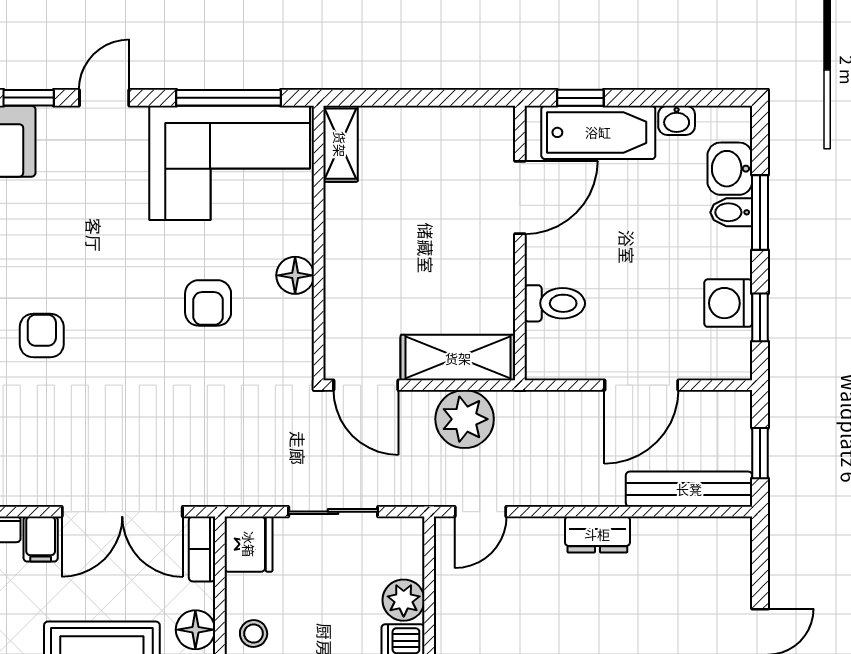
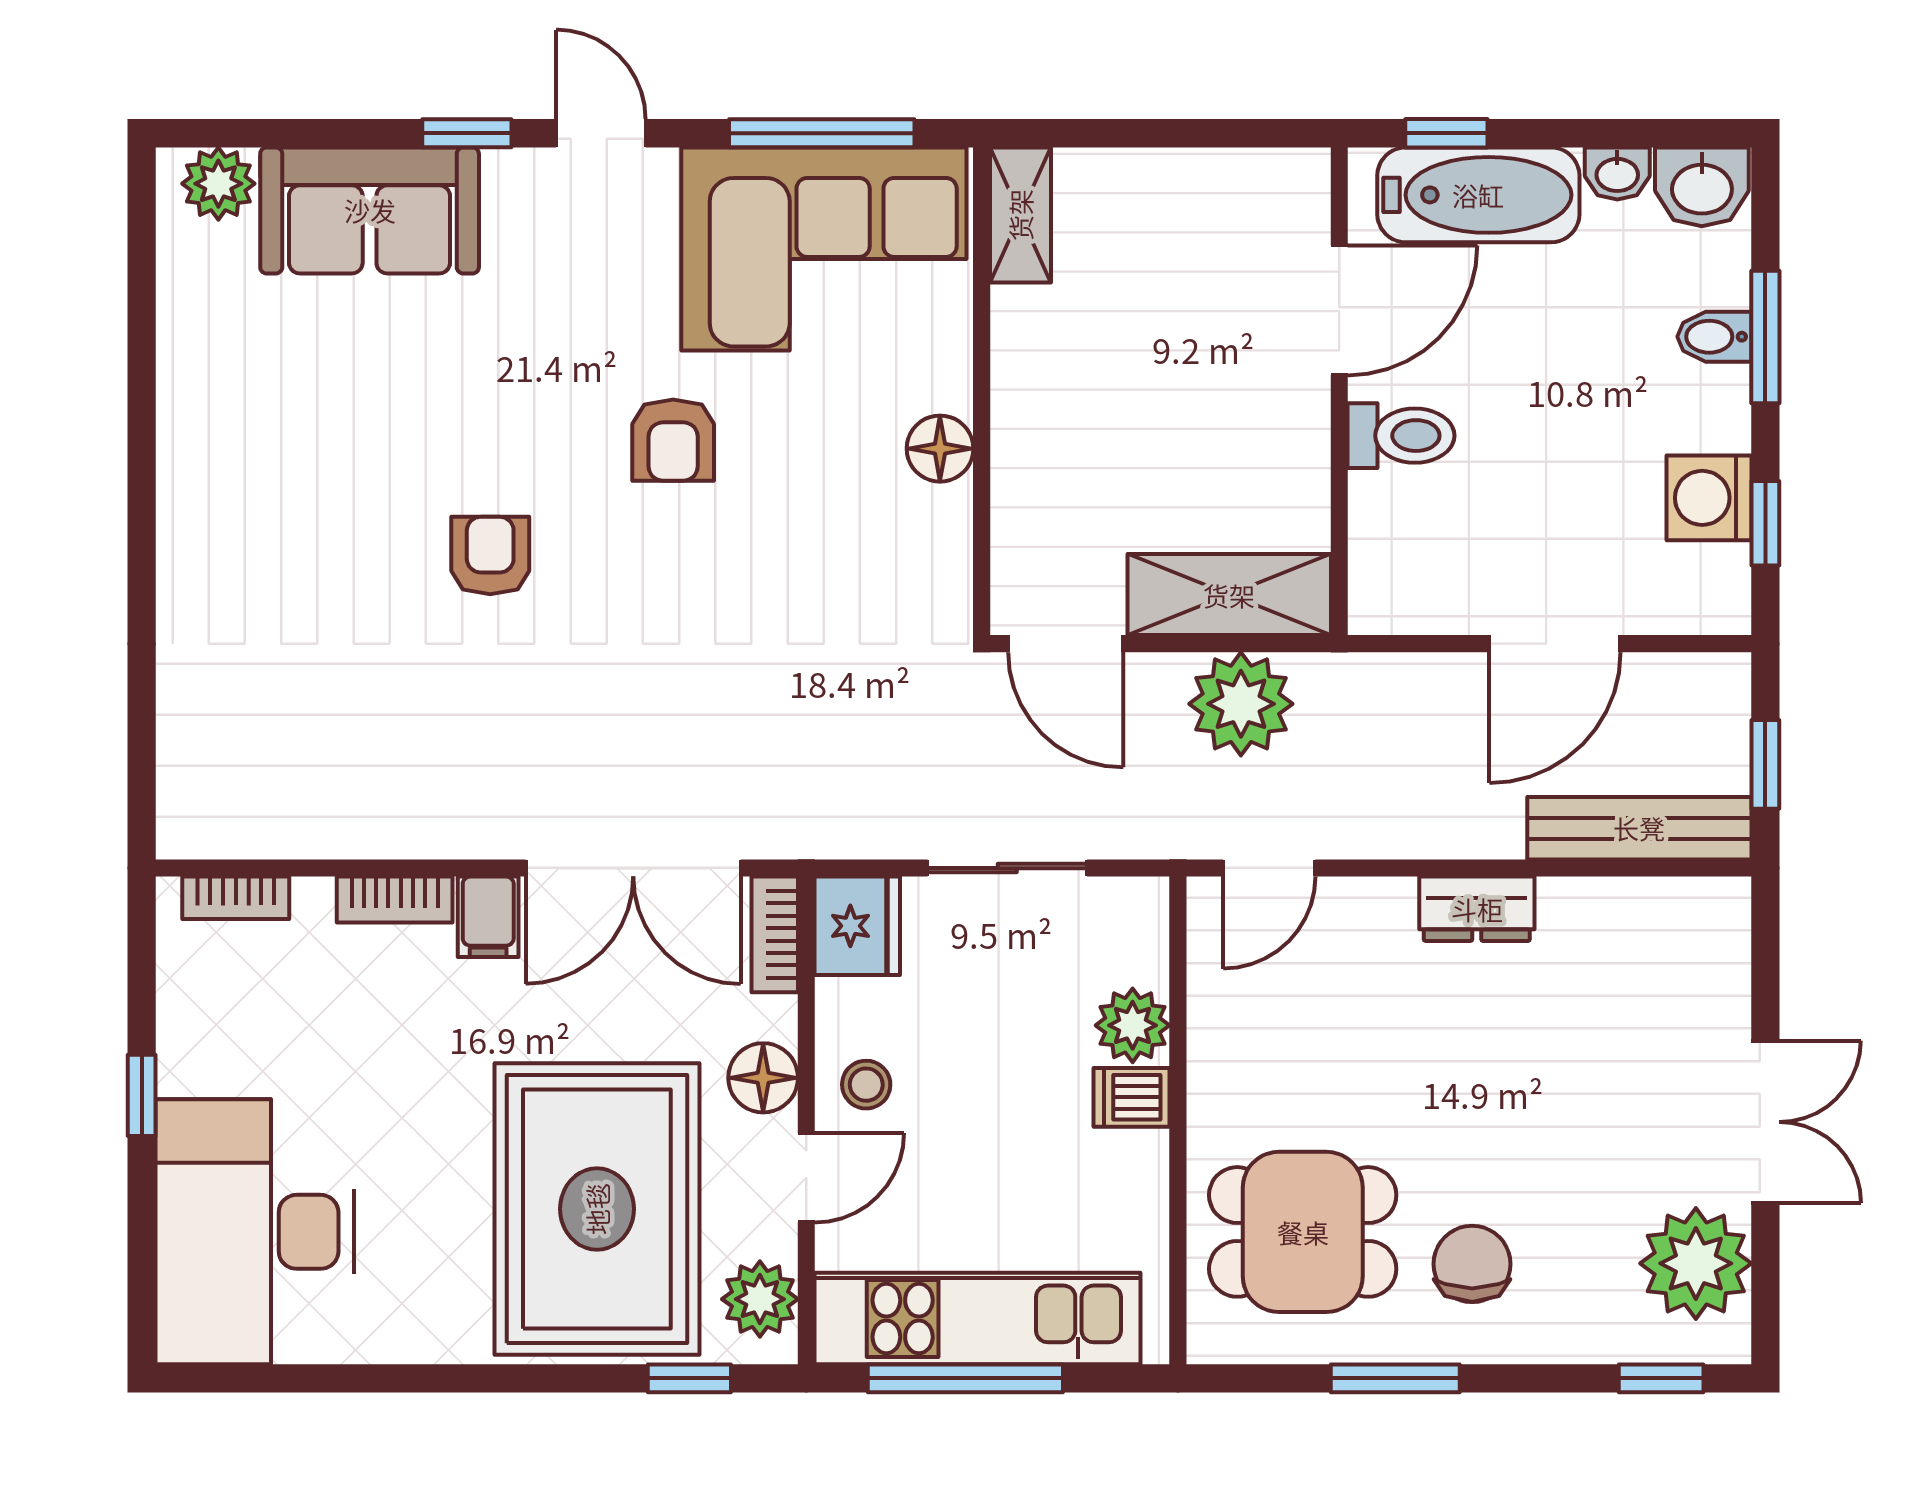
door: (104, 98) -> (601, 133), hinge flipped
washbasin: (730, 169) -> (1702, 187), moved, turned -90
armchair: (208, 303) -> (673, 440), moved
toilet: (555, 303) -> (1401, 436), moved

